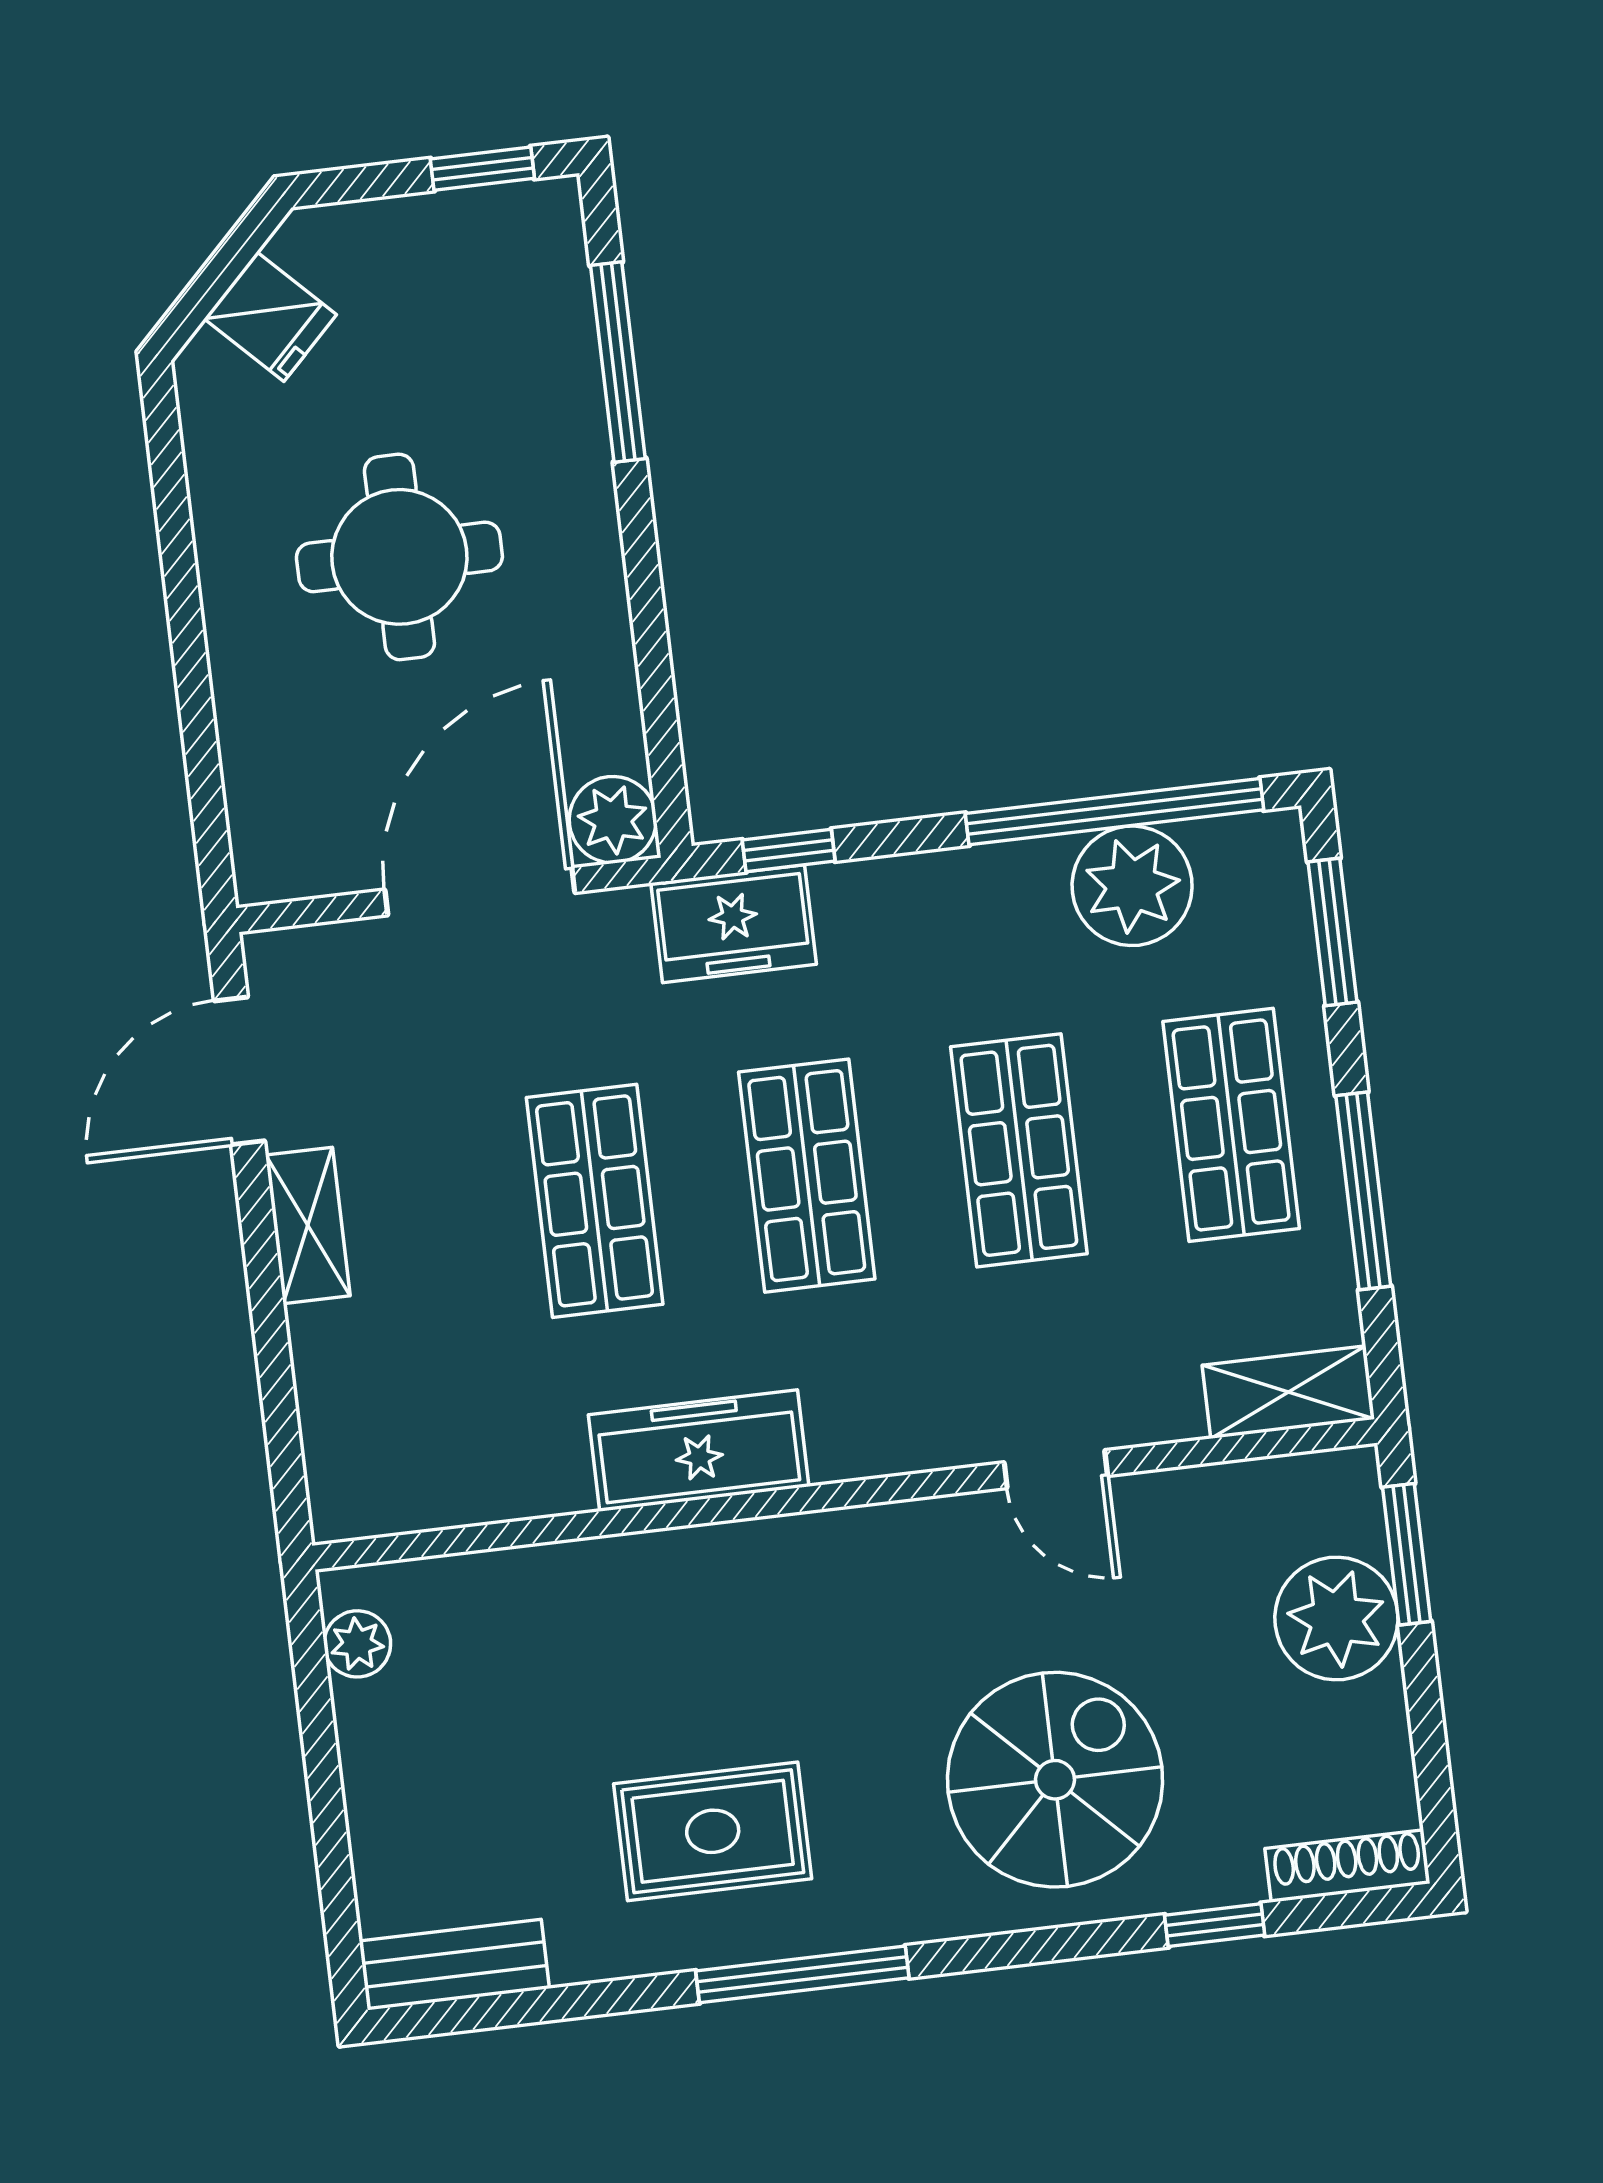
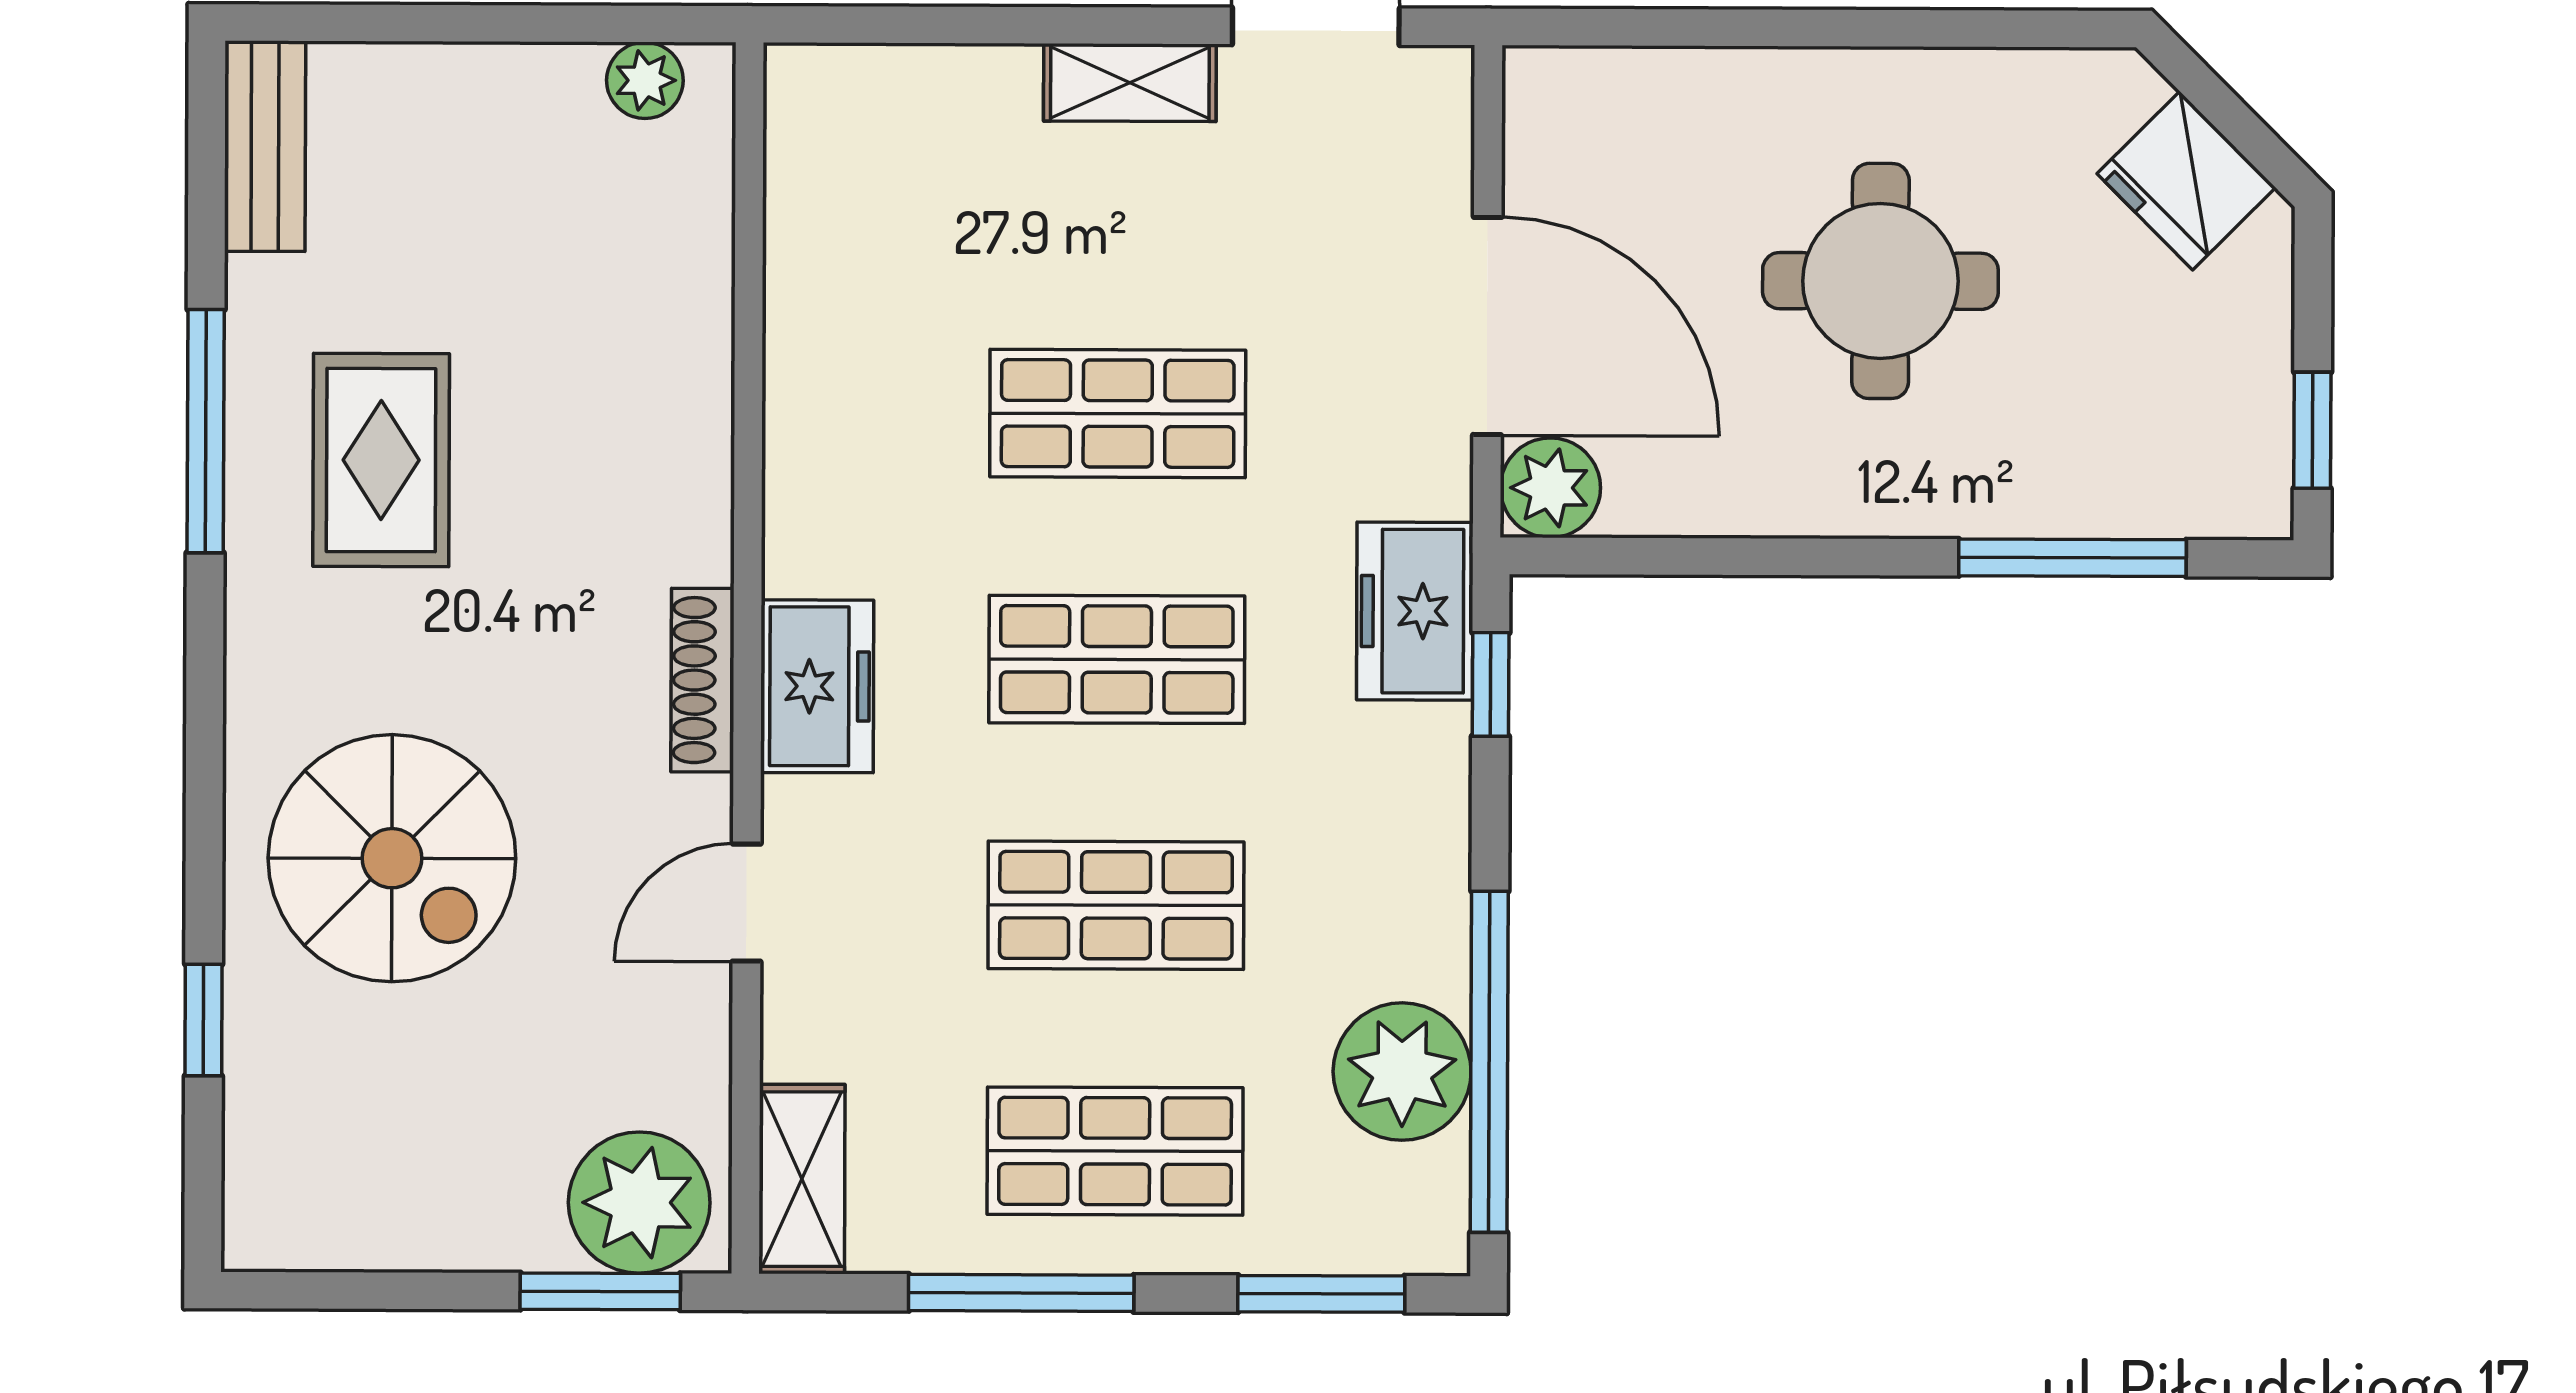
fridge: (270, 317) -> (2186, 181), width x1.38
freezer: (699, 1451) -> (817, 686), moved, width x0.71
plant: (1336, 1618) -> (639, 1203), moved
shoe rack: (1347, 1866) -> (702, 680), moved, turned 180
window: (802, 1974) -> (206, 431), moved

